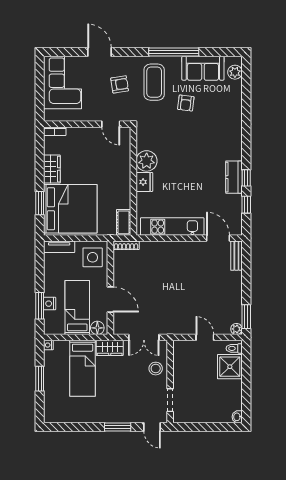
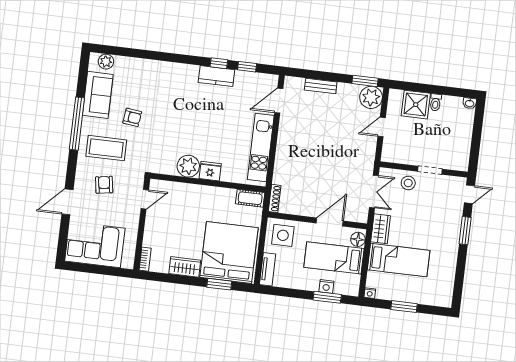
bench: (236, 256) -> (321, 86), moved
plant: (236, 329) -> (371, 97), width x1.88, depth x1.88
toilet: (234, 348) -> (436, 102), moved
doorway: (170, 400) -> (430, 170), moved

